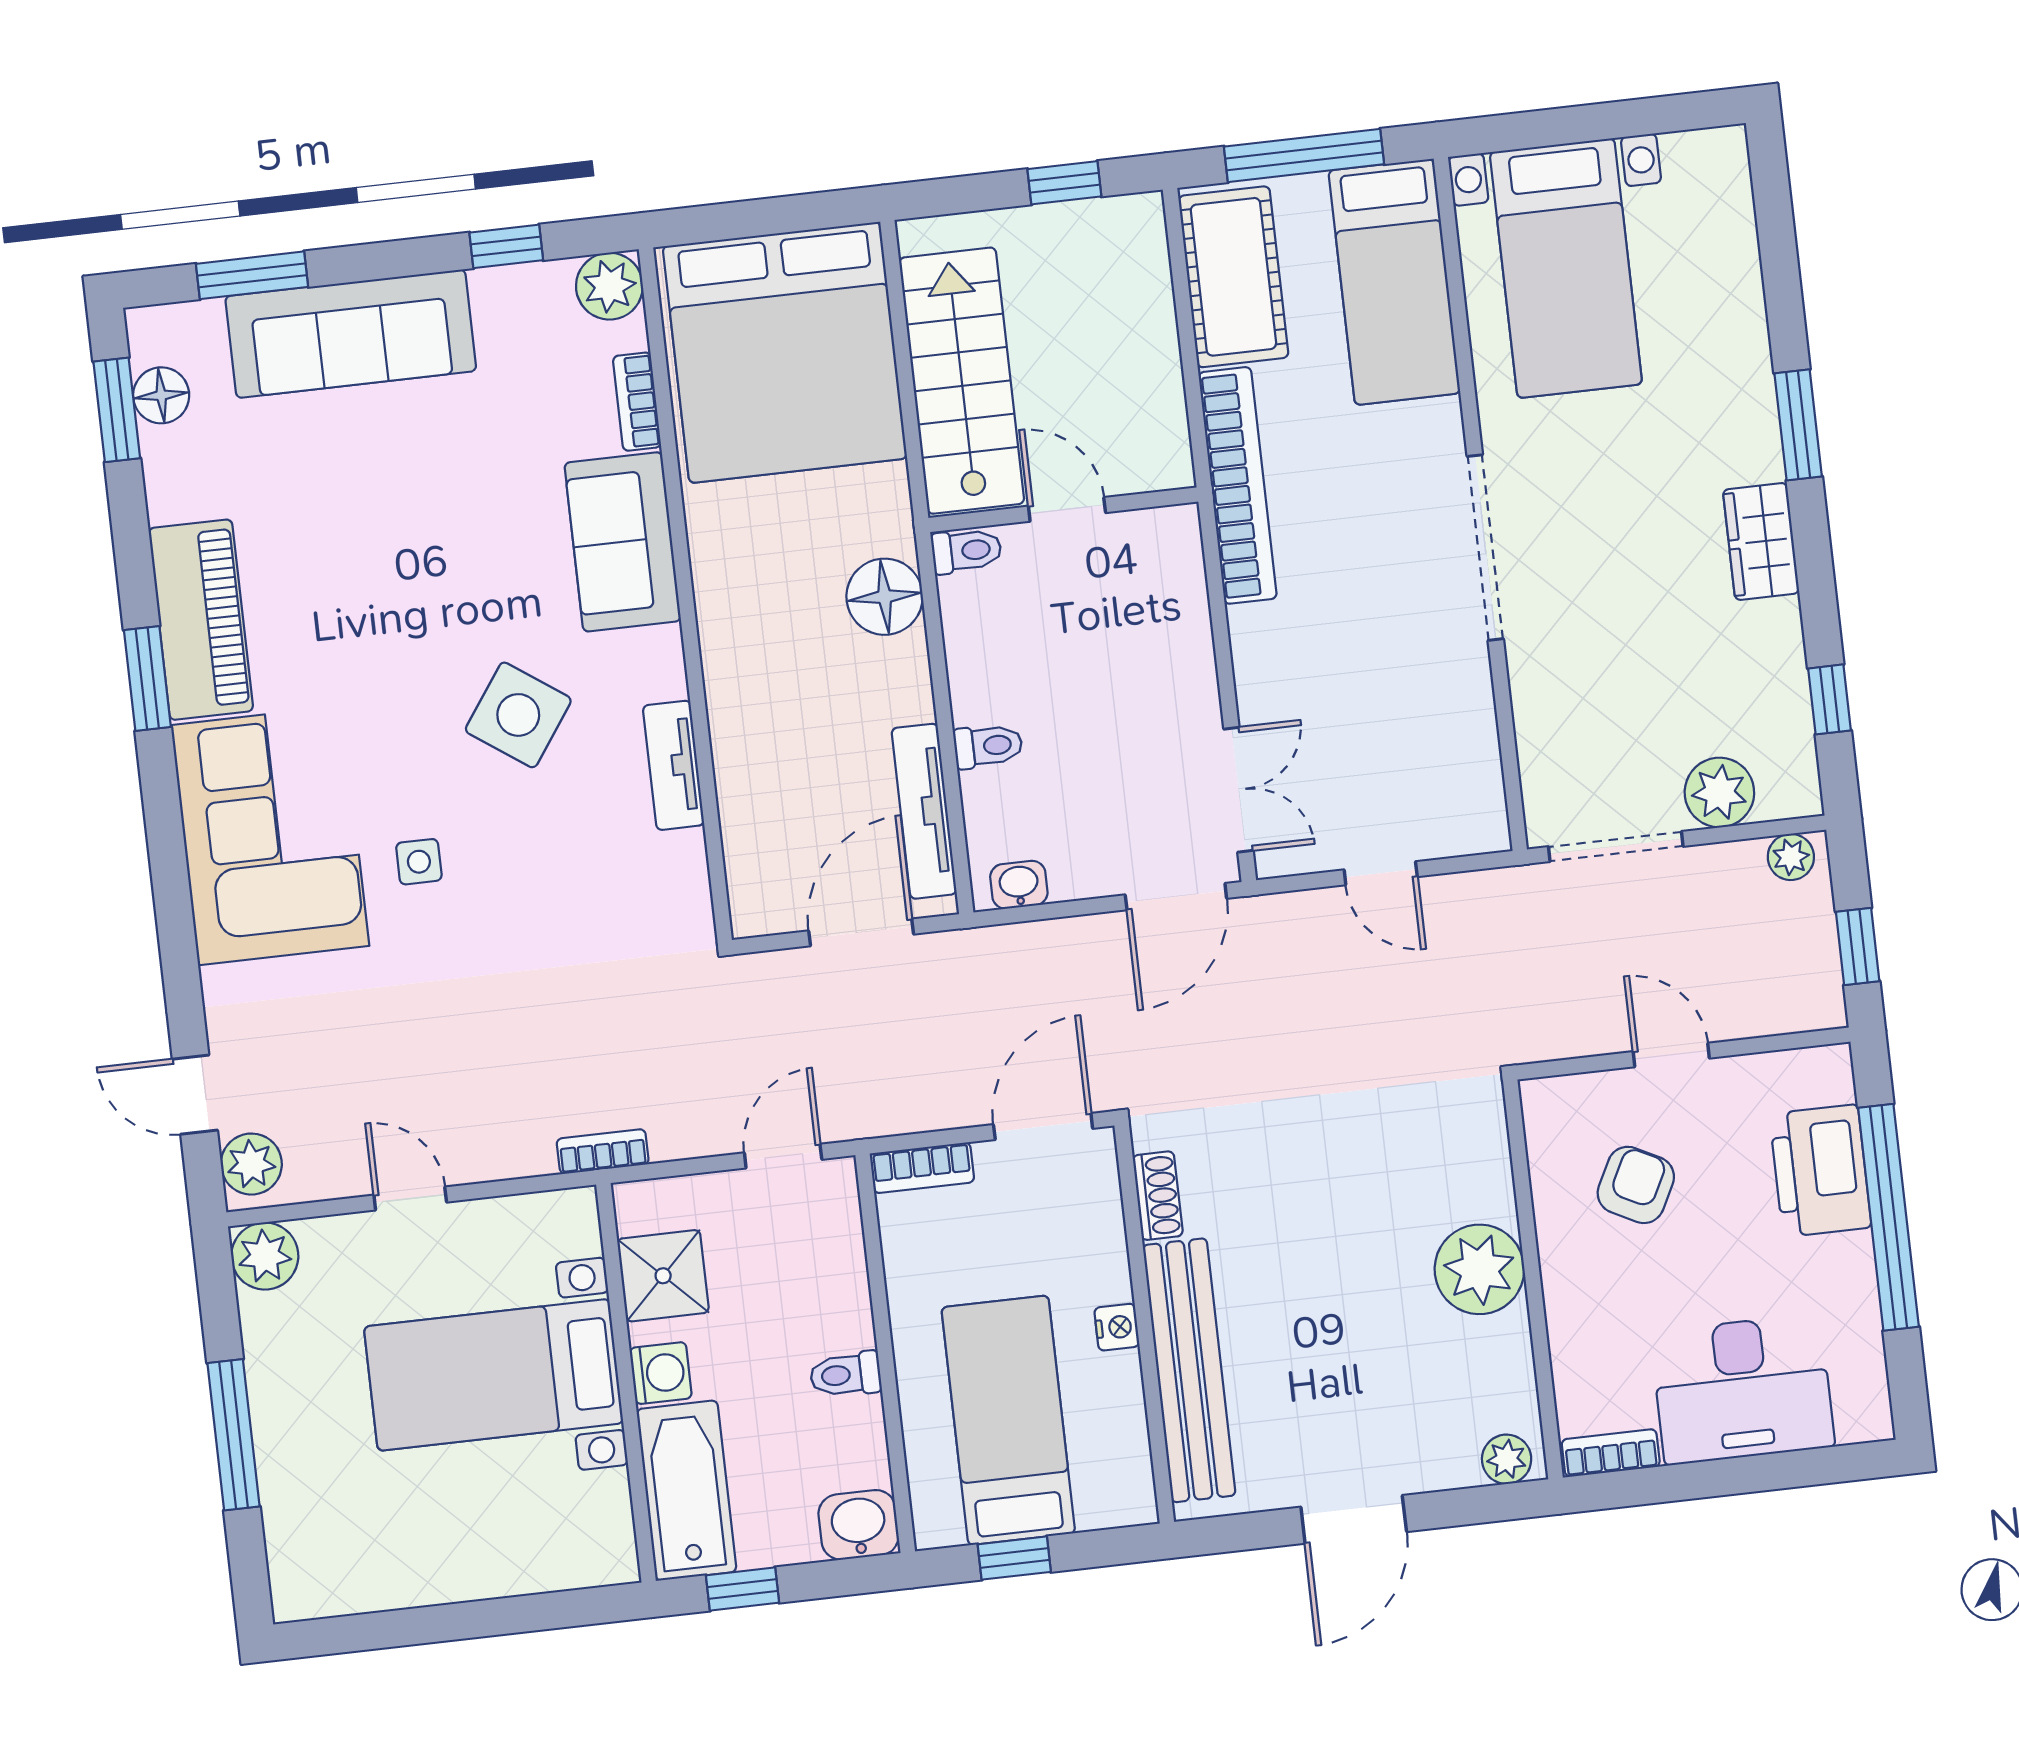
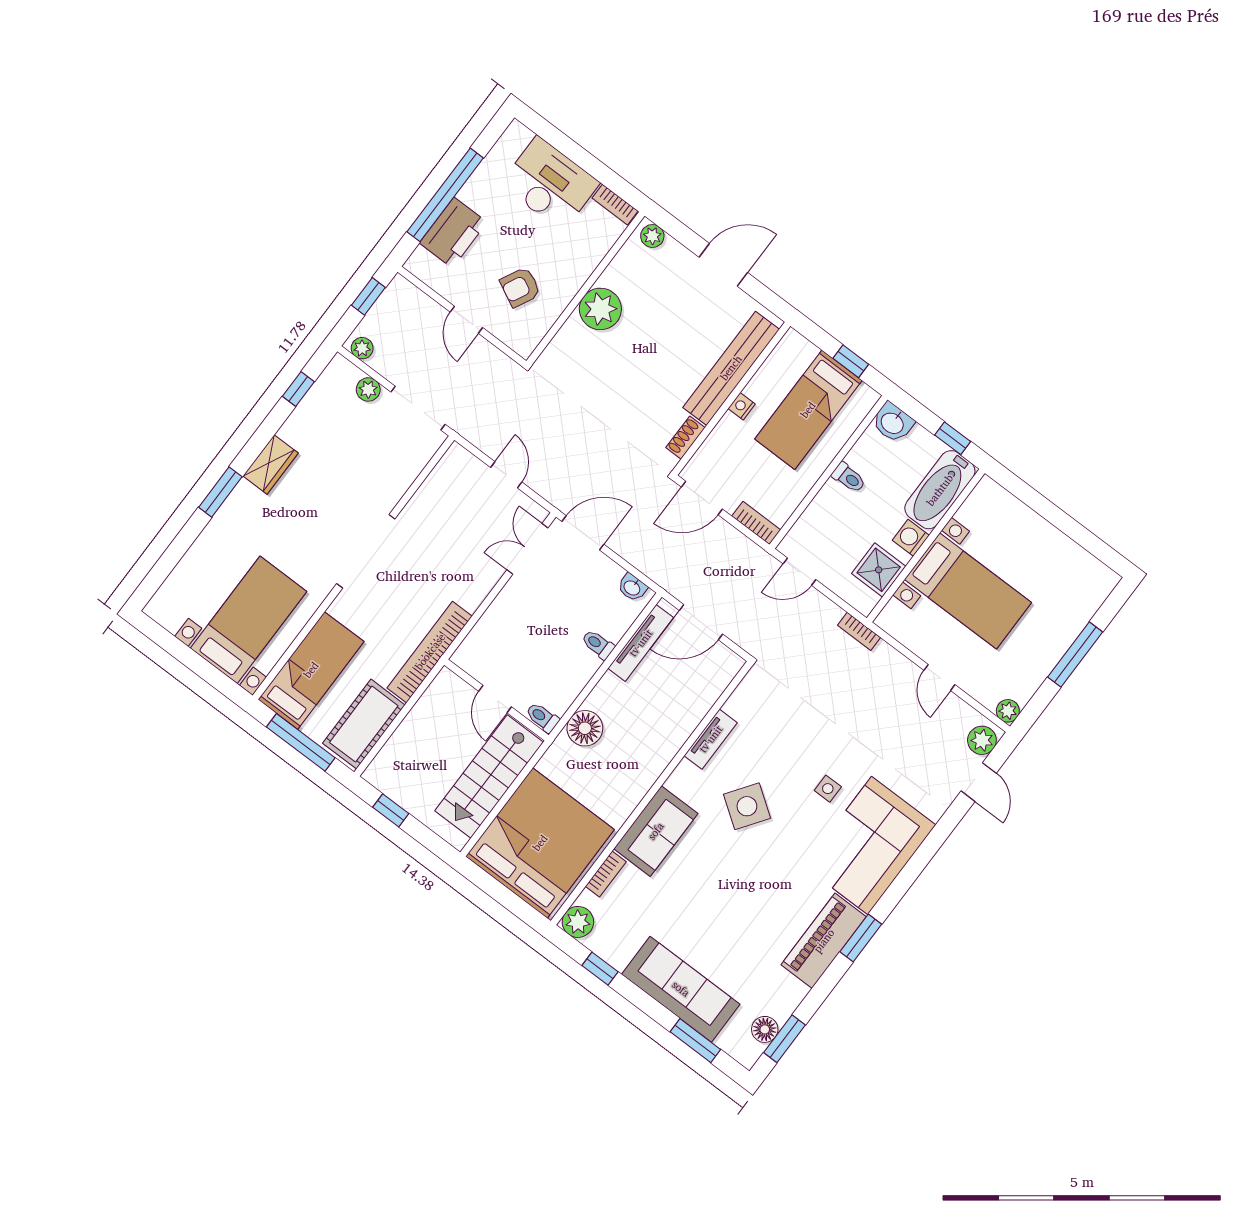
plant: (1719, 792) -> (368, 389), width x0.73, depth x0.73
plant: (265, 1256) -> (1008, 711), width x0.73, depth x0.73

